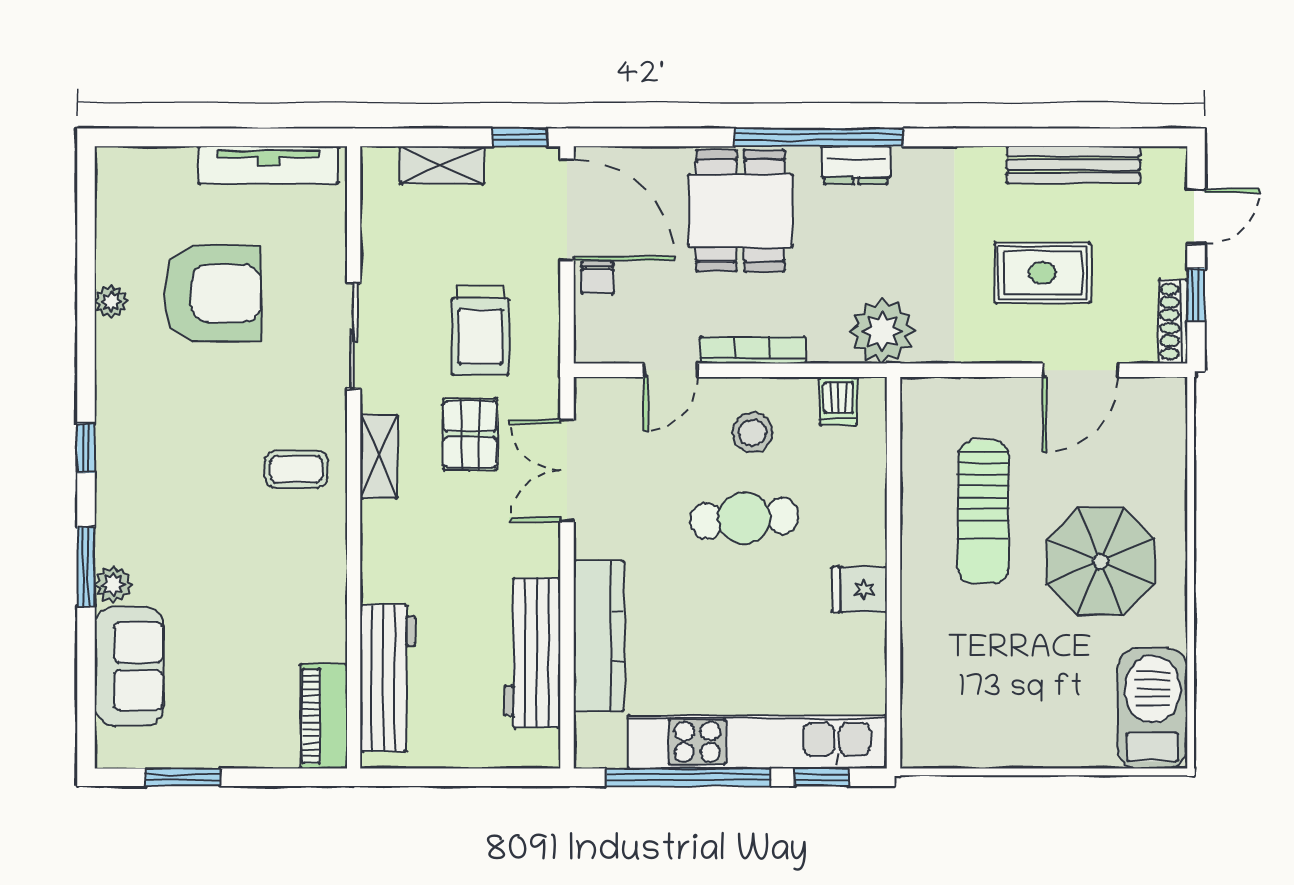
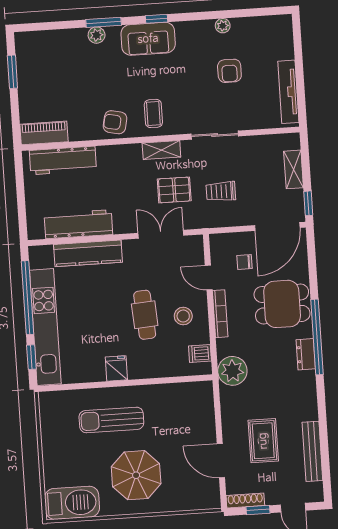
chair: (597, 278) -> (245, 262), moved
armchair: (213, 293) -> (229, 71), width x0.53, depth x0.53
trolley: (480, 331) -> (221, 191), width x0.73, depth x0.72
sun lounger: (983, 512) -> (111, 420), moved
armchair: (310, 556) -> (115, 122), added
sofa: (129, 666) -> (148, 39), moved

